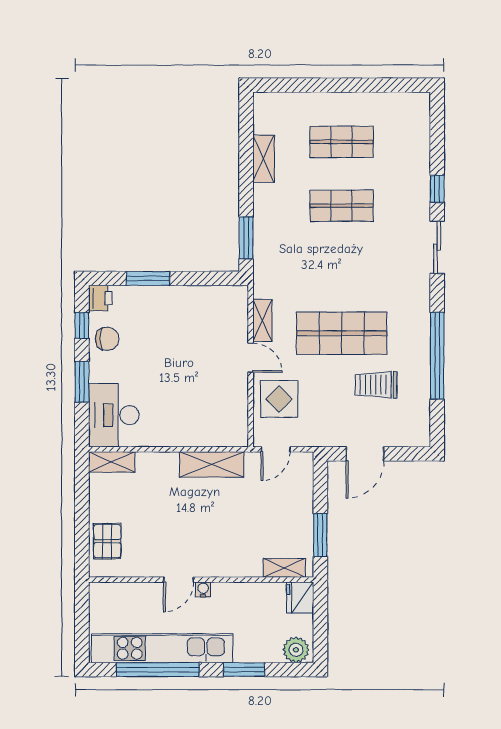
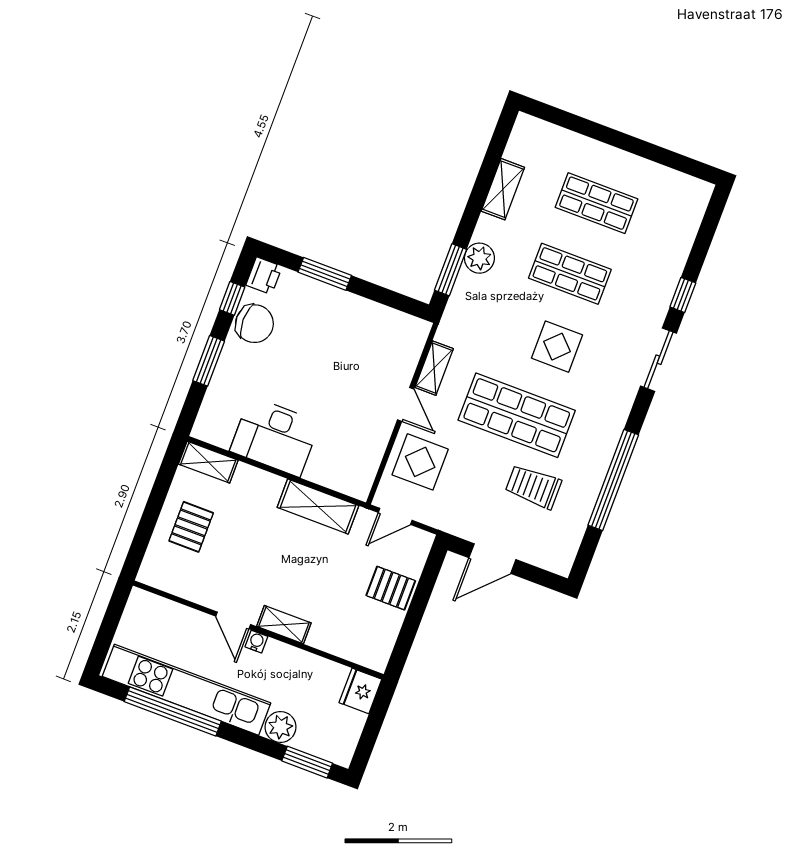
plant: (265, 220) -> (479, 258), added
display table: (353, 267) -> (557, 347), added
chair: (107, 339) -> (254, 324), width x1.37, depth x1.37
desk: (114, 415) -> (275, 437), moved, turned -90
pallet: (293, 507) -> (391, 588), added
window: (320, 535) -> (409, 630), removed
pallet: (107, 541) -> (191, 527), moved
shelving: (284, 568) -> (284, 625), moved
door: (178, 580) -> (233, 620), hinge flipped
plant: (296, 650) -> (281, 727), moved
window: (244, 670) -> (307, 762), moved

